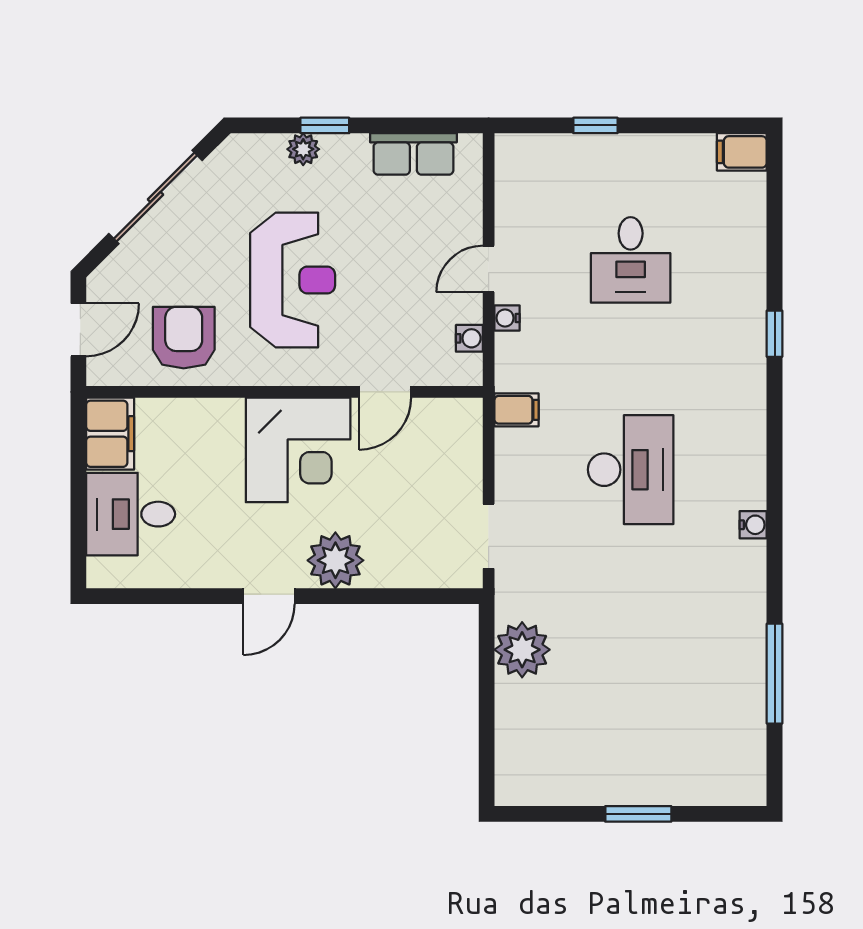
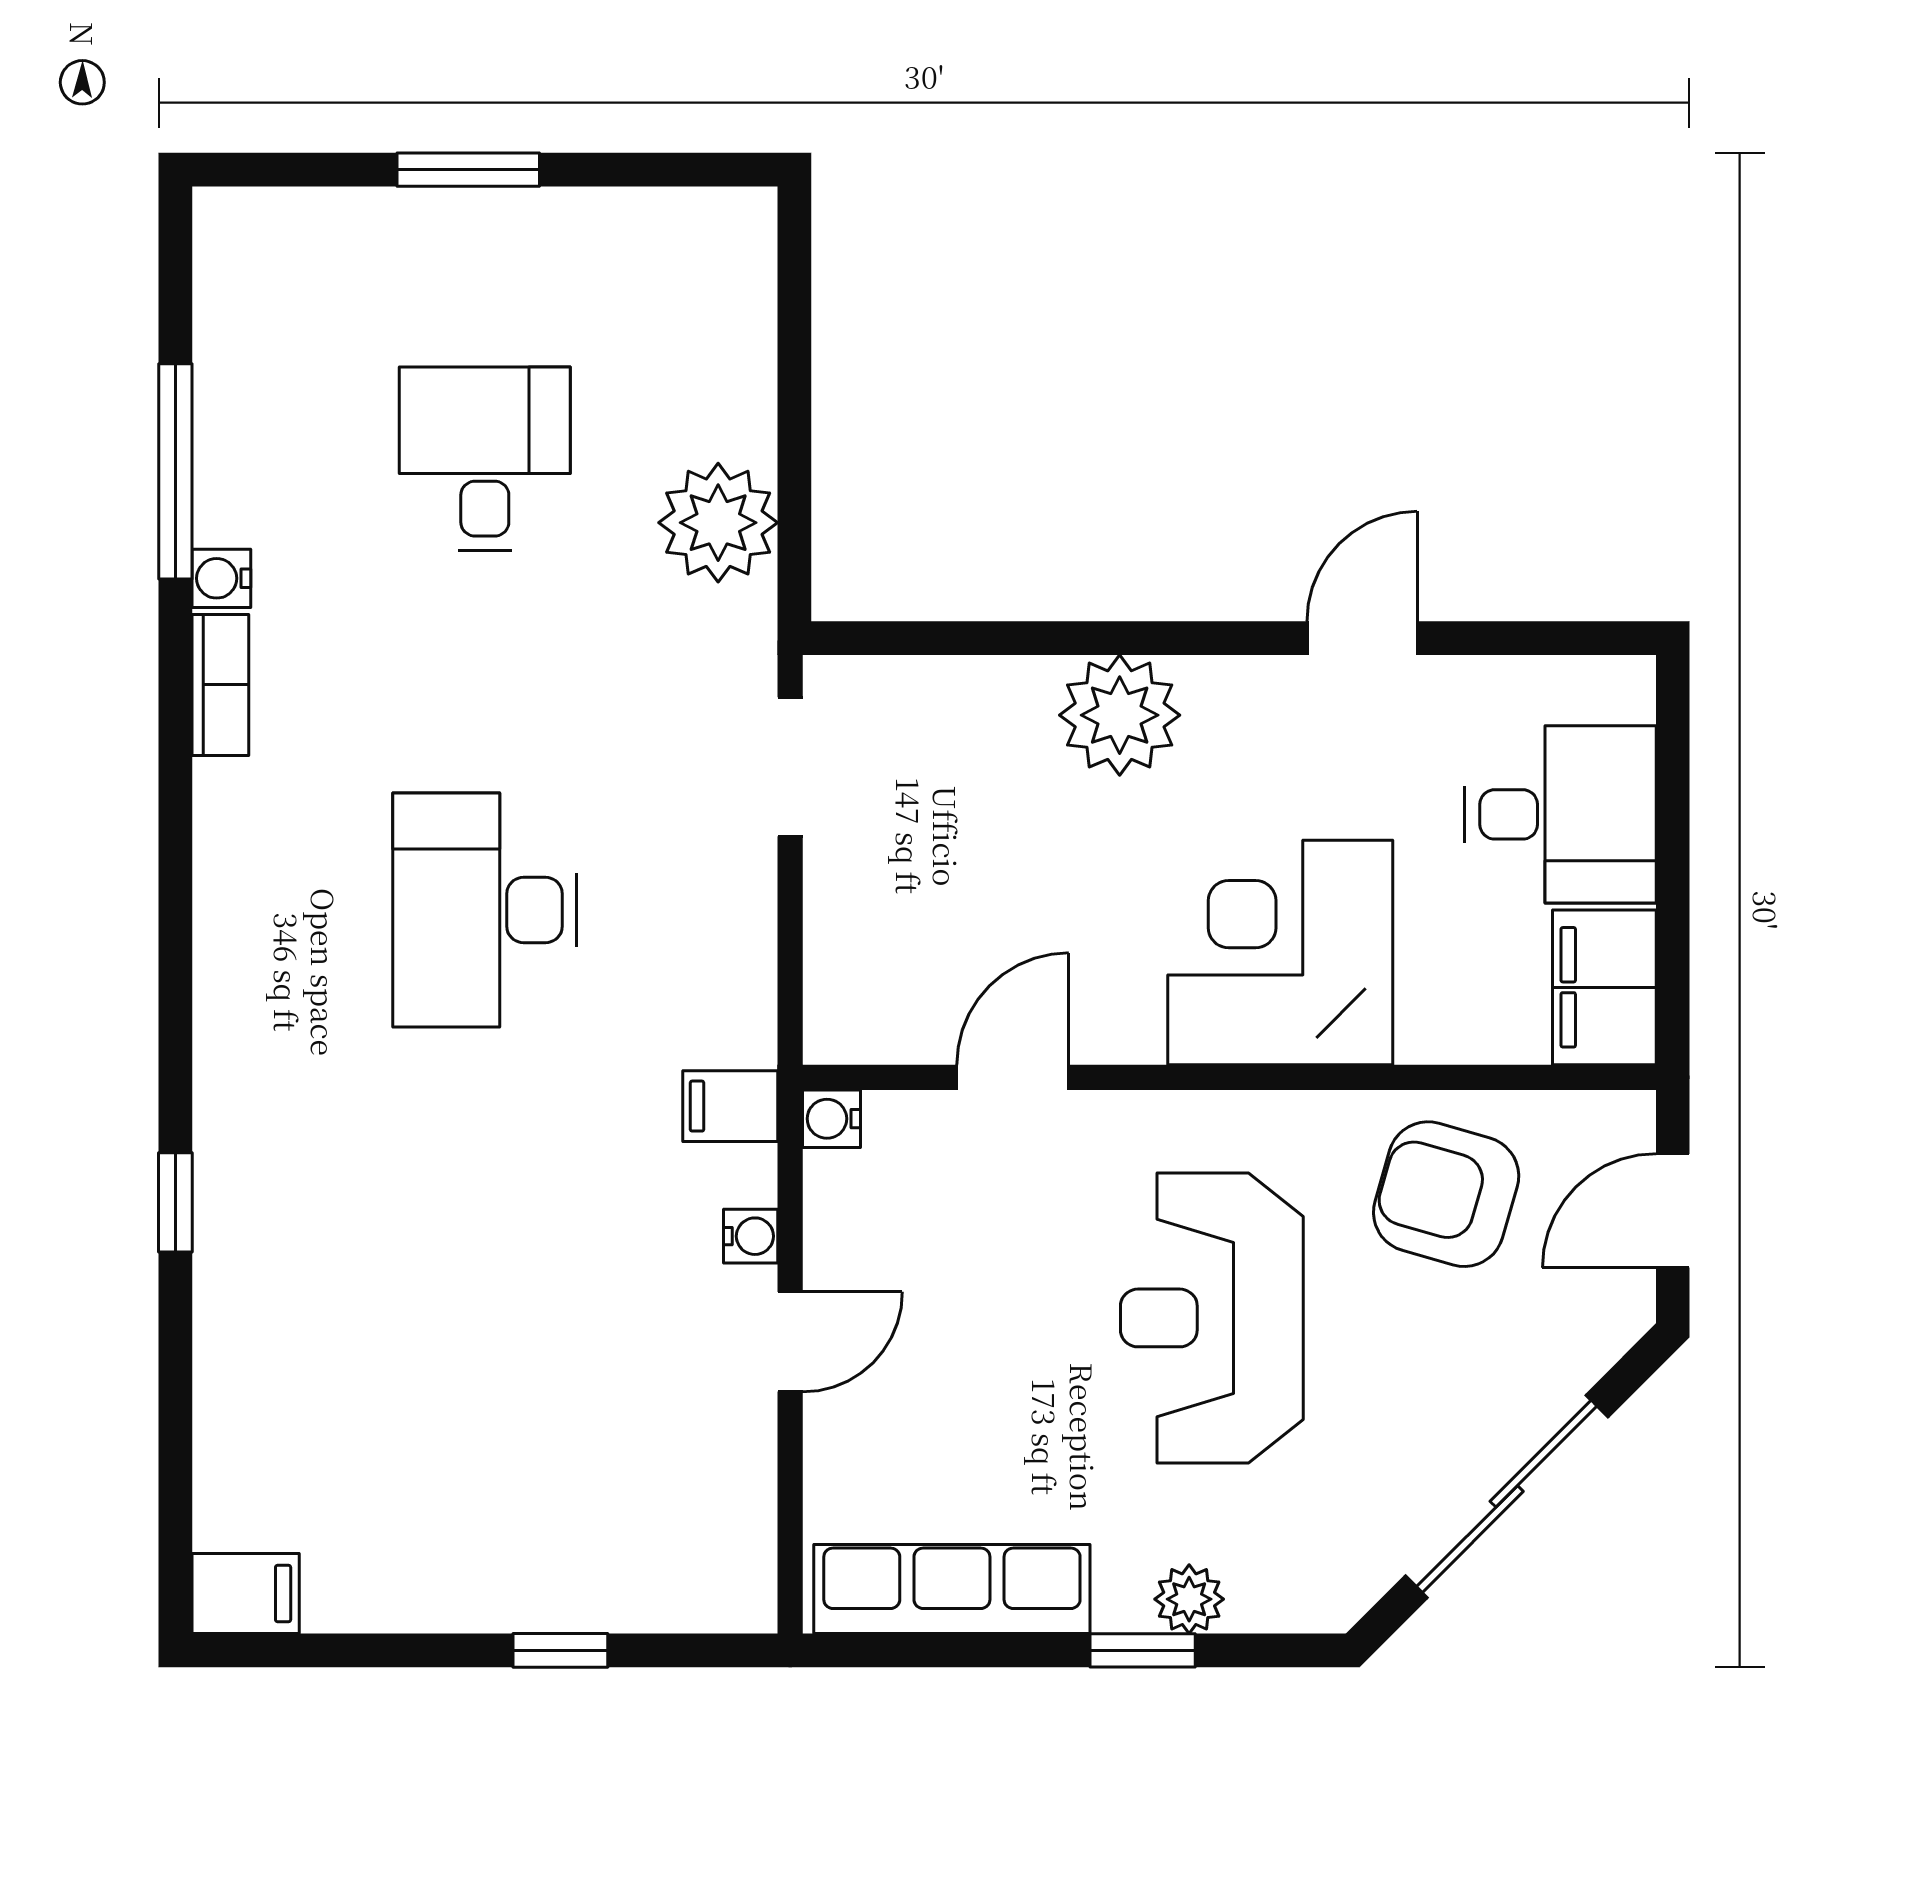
row of seats: (413, 154) -> (952, 1589), width x1.48
desk: (631, 260) -> (485, 459), moved
armchair: (184, 338) -> (1446, 1194), turned 106
water cooler: (469, 338) -> (832, 1119), moved
filing cabinet: (517, 410) -> (730, 1106), moved
corner desk: (298, 450) -> (1280, 952), moved
water cooler: (753, 525) -> (221, 578), moved
bookcase: (754, 574) -> (220, 685), added
door: (269, 596) -> (1362, 638), moved

